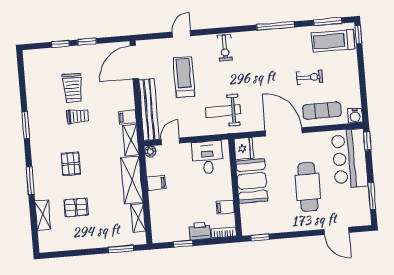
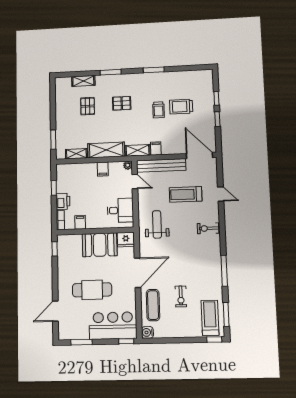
treadmill: (184, 77) -> (186, 194), turned 180

